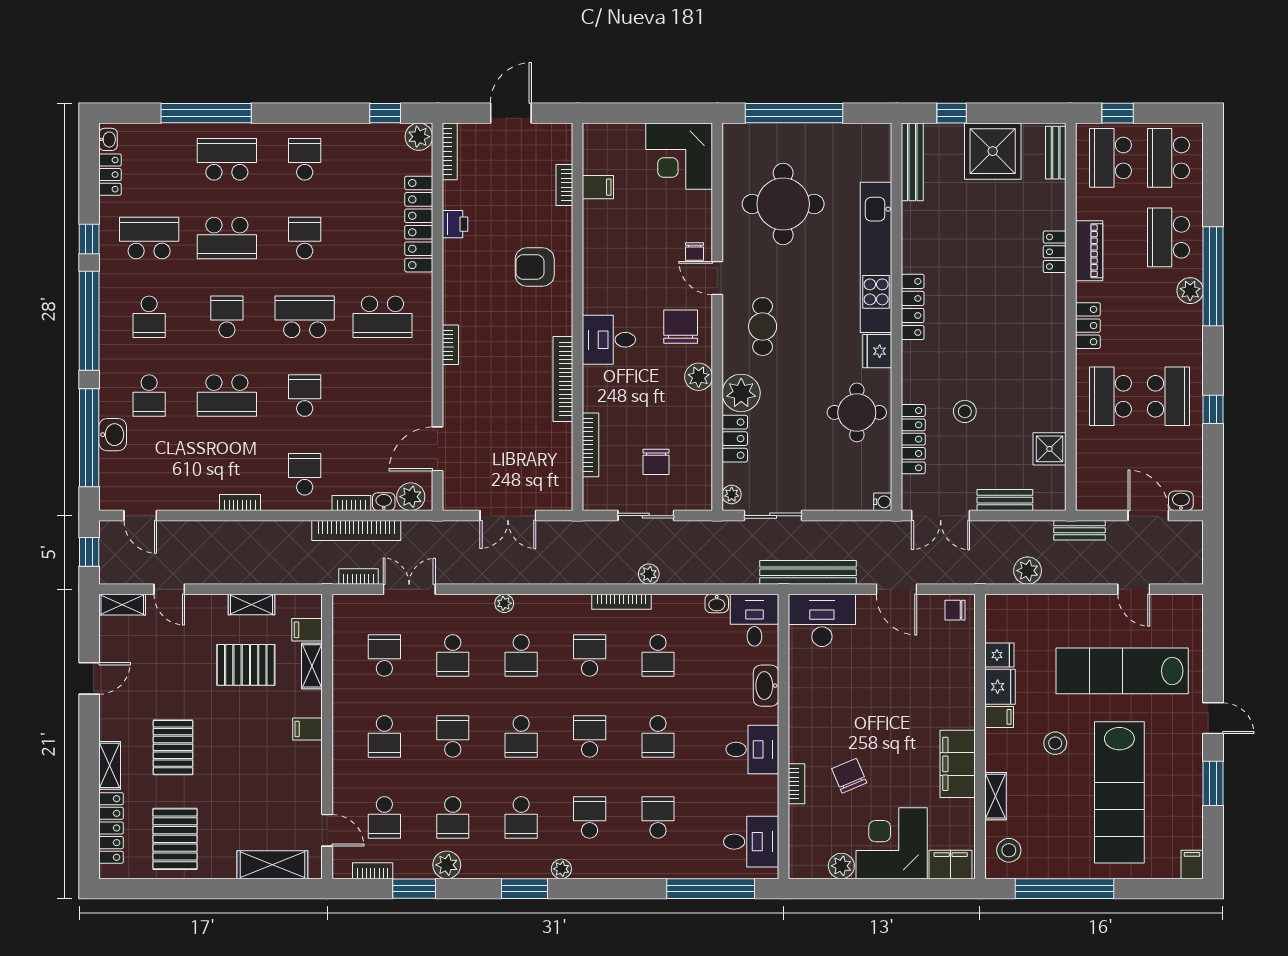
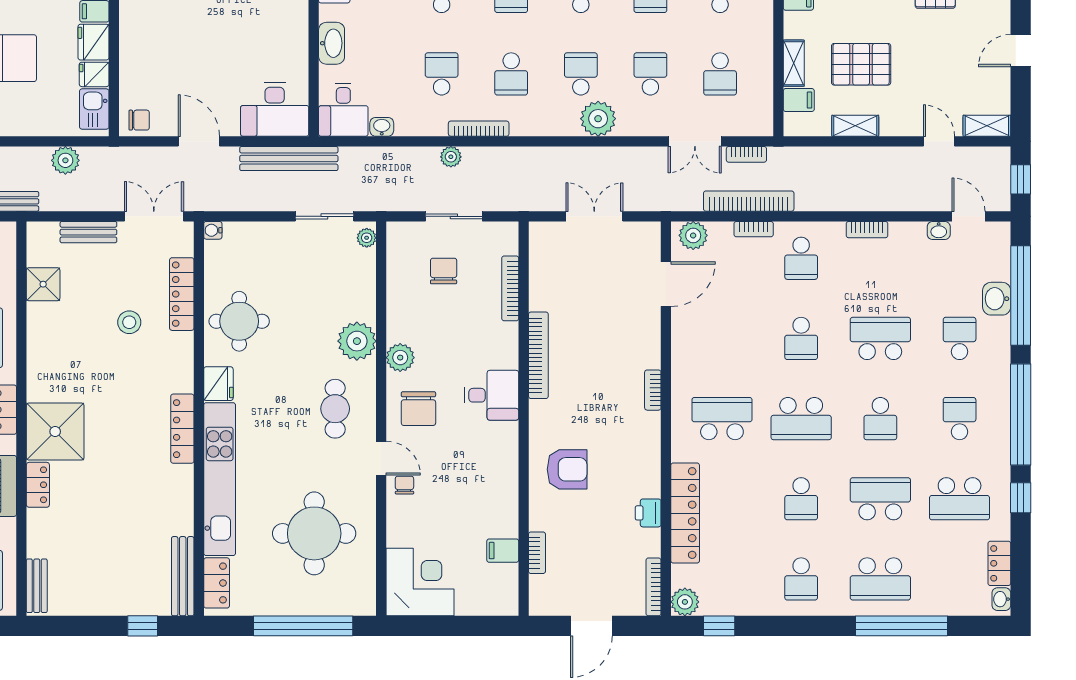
shower: (993, 151) -> (55, 432), moved
locker: (735, 439) -> (217, 583), moved, turned 180
washbasin: (384, 502) -> (939, 230), moved
plant: (504, 603) -> (598, 119), width x1.88, depth x1.88
kitchen sink: (999, 621) -> (94, 109), added

